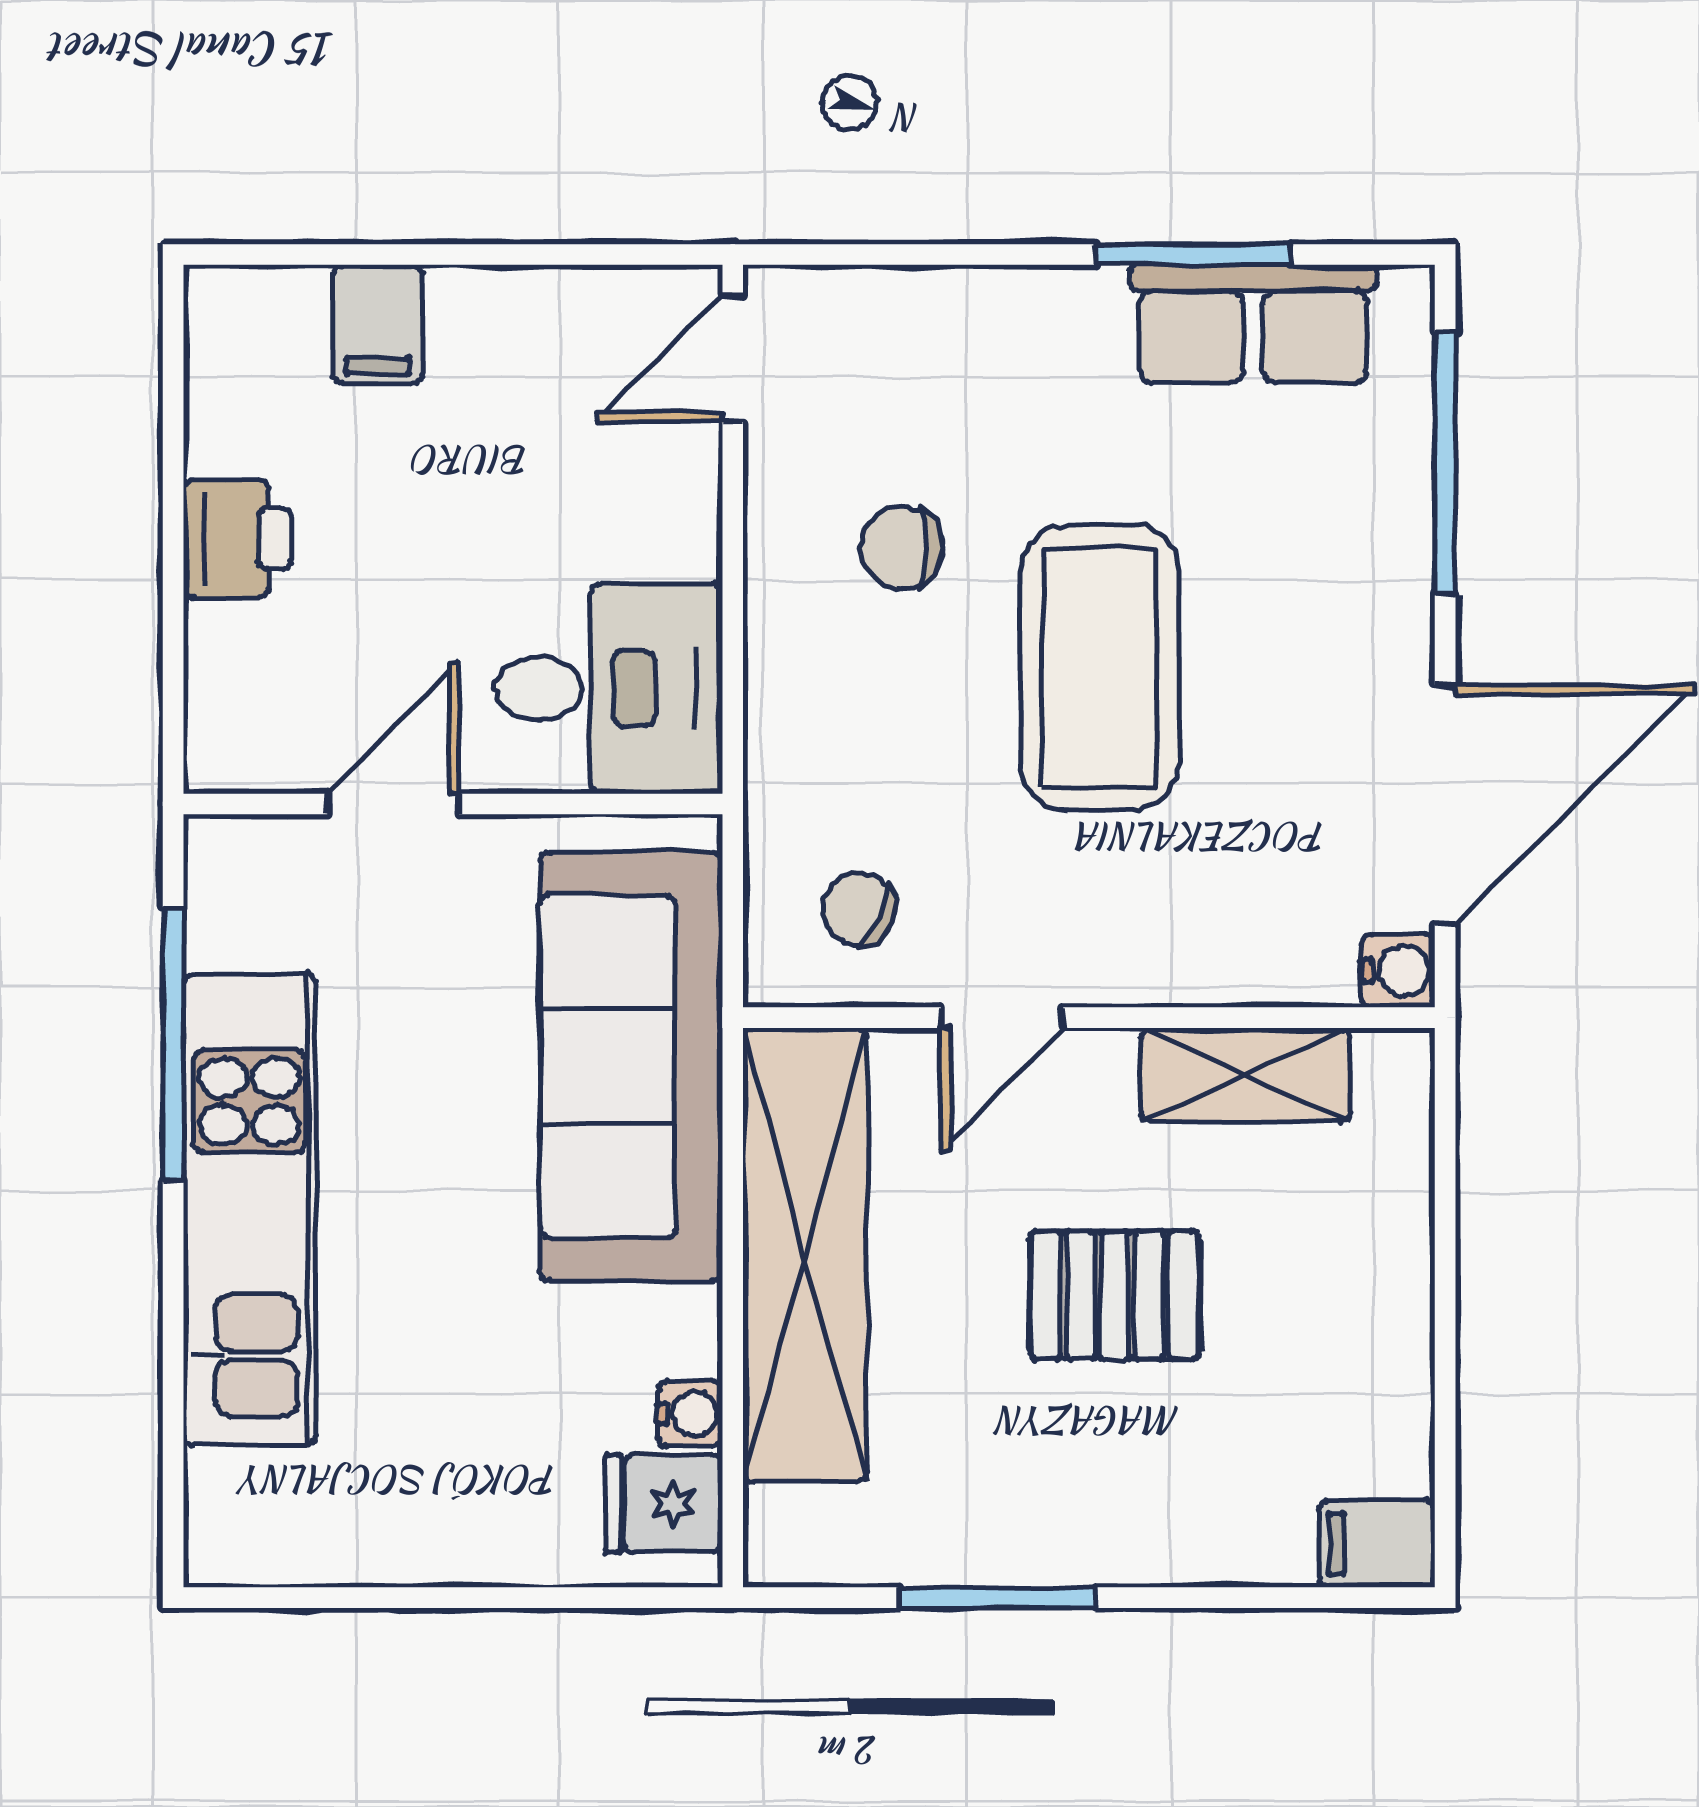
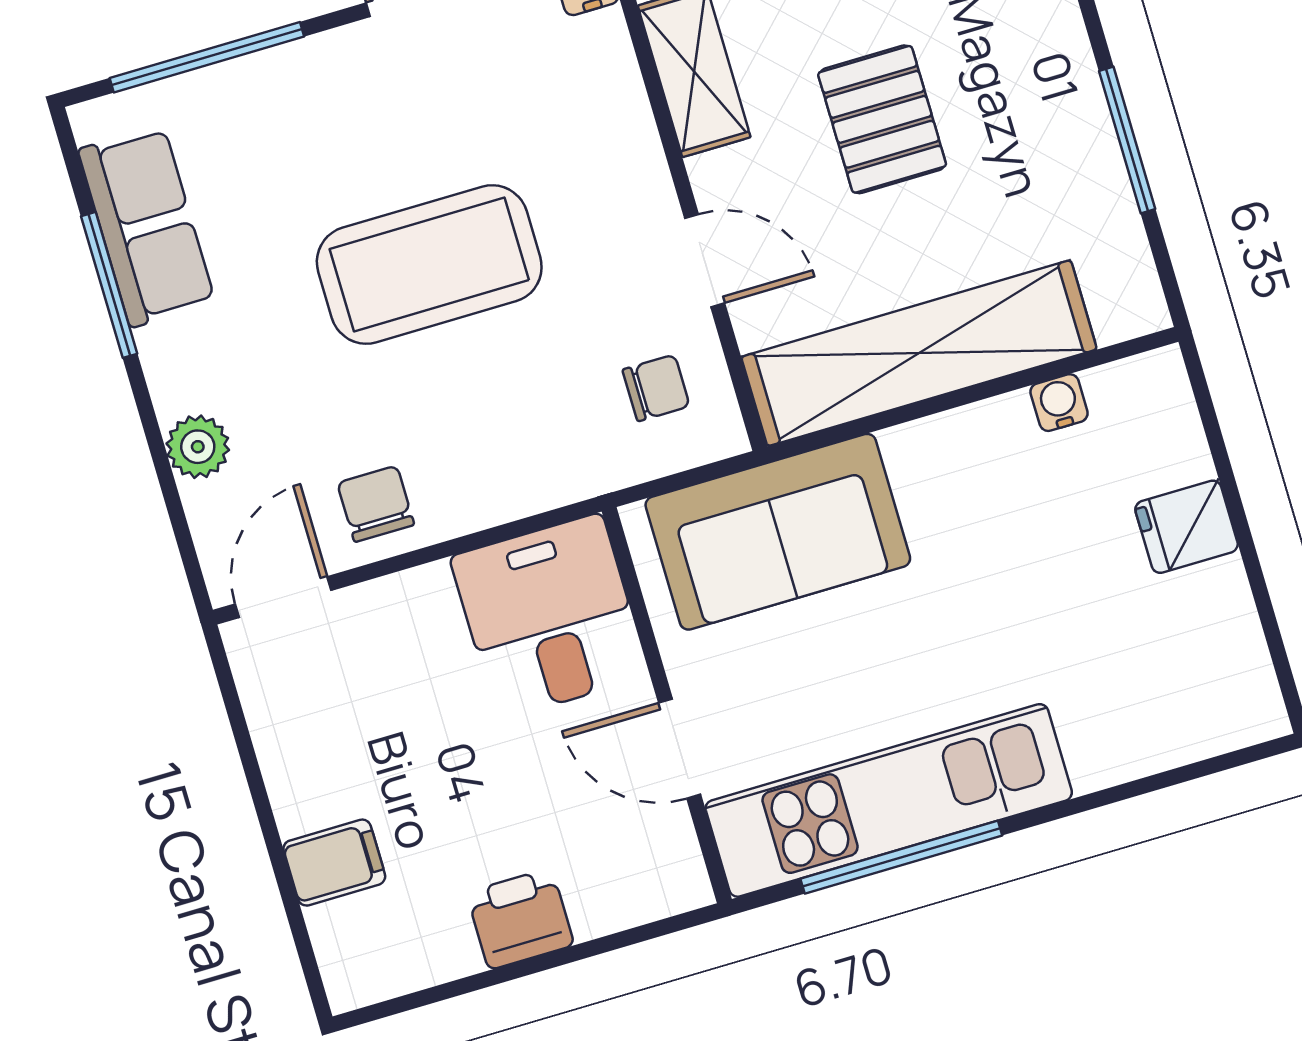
plant: (955, 306) -> (198, 447), added
door: (733, 359) -> (283, 597), swing flipped
chair: (902, 548) -> (376, 504), moved, turned 180
chair: (859, 909) -> (656, 388), turned -115
sofa: (631, 1066) -> (778, 532), width x0.73
kitchen unit: (250, 1210) -> (889, 800), moved
fridge: (664, 1504) -> (1187, 527), moved, turned 90

